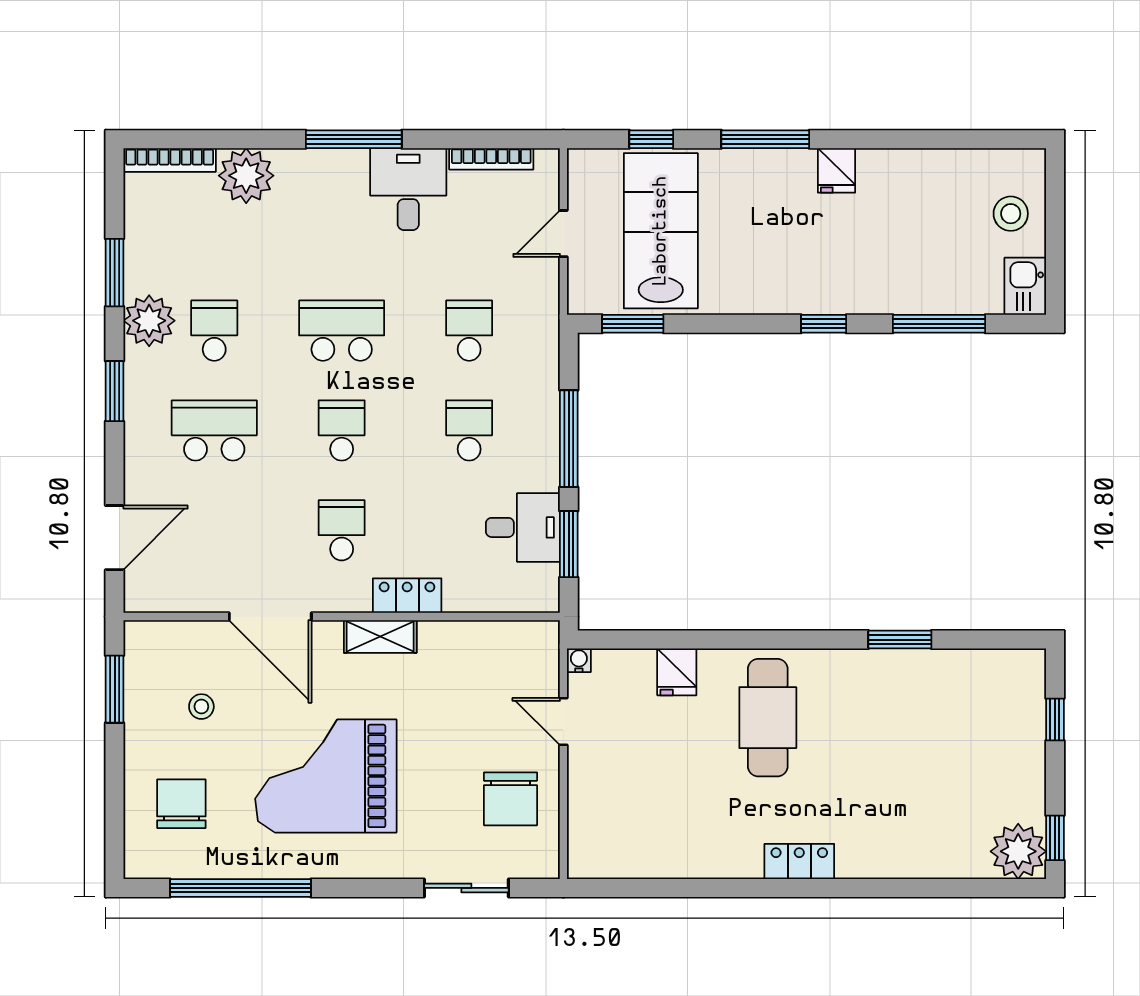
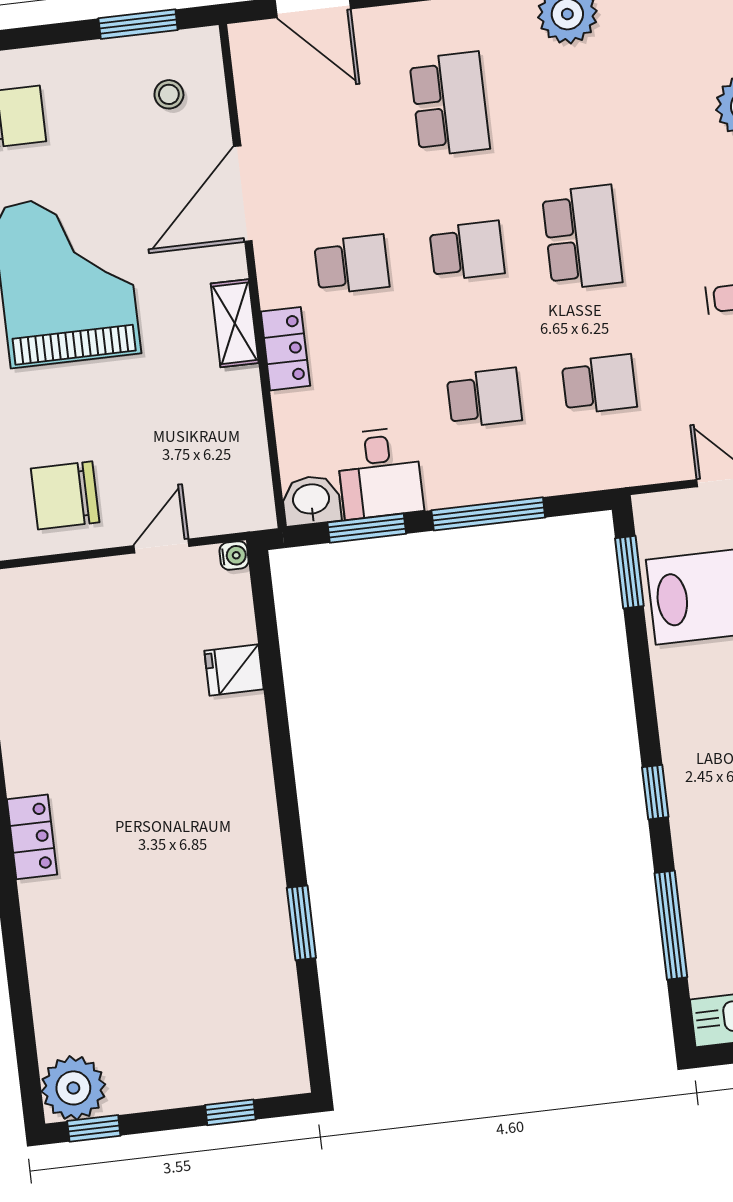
school desk: (214, 331) -> (565, 90), removed
washbasin: (539, 589) -> (311, 500), added
stool: (201, 707) -> (169, 94), moved
cafe table: (768, 718) -> (194, 781), removed

